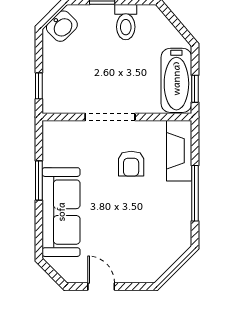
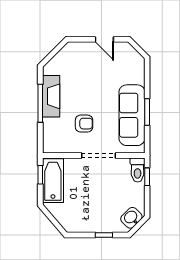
toilet: (126, 22) -> (138, 170), moved, turned 180
fireplace: (179, 151) -> (51, 96), moved
armchair: (131, 164) -> (84, 124), turned 90
sofa: (61, 212) -> (132, 115), moved

